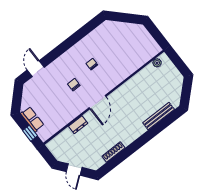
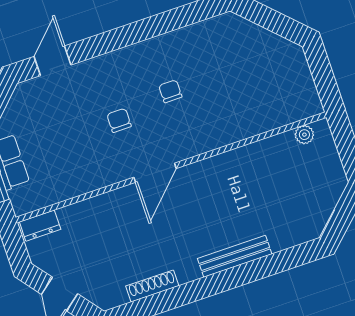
bench: (159, 116) -> (235, 256), moved
dresser: (78, 125) -> (40, 226), moved

